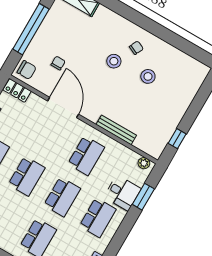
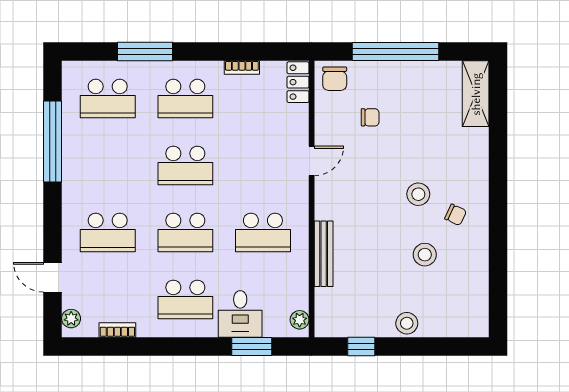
stool: (179, 107) -> (407, 323), added
door: (63, 108) -> (312, 161), width x0.53

